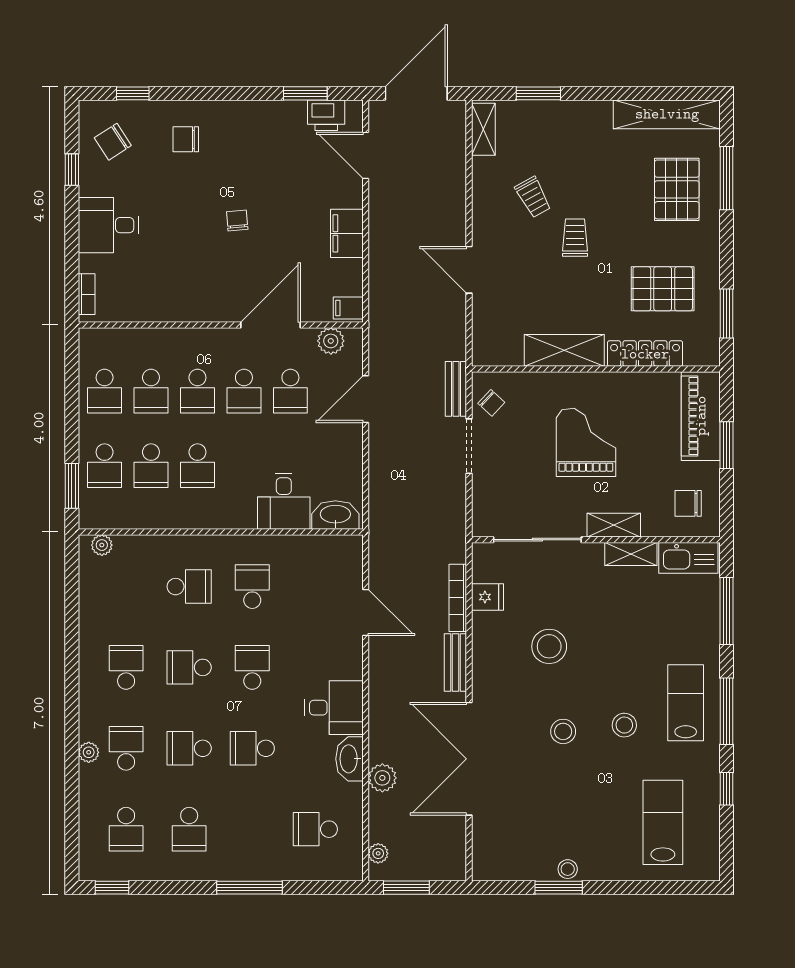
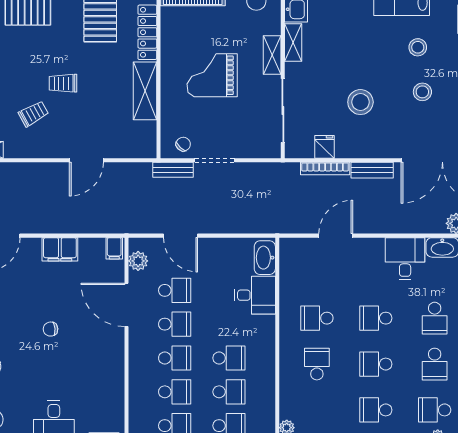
school desk: (189, 667) -> (376, 364), turned 90

